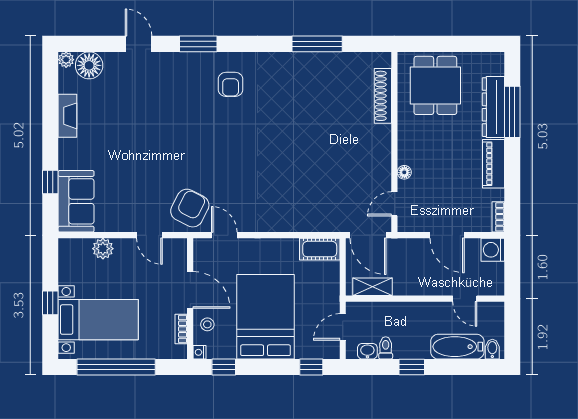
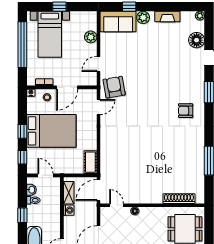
floor lamp: (89, 65) -> (197, 40), moved
plant: (69, 158) -> (143, 17), added
armchair: (190, 208) -> (114, 87), turned -127
washing machine: (403, 287) -> (69, 210), added
window: (224, 367) -> (22, 131), moved

